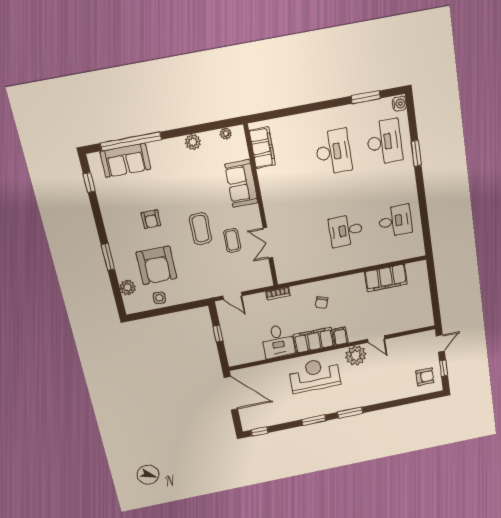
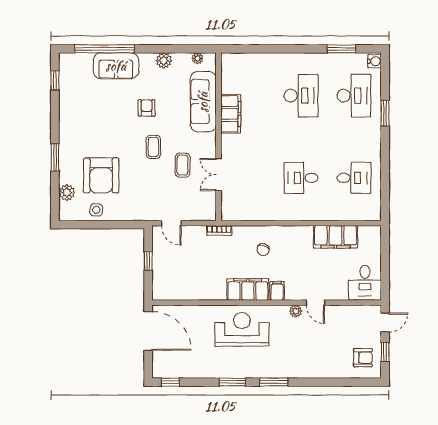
filing cabinet: (262, 148) -> (231, 114), moved
sofa: (125, 160) -> (116, 66), moved
sofa: (241, 184) -> (203, 102), width x1.36
armchair: (151, 219) -> (147, 108), moved, turned 180
coffee table: (201, 229) -> (153, 147), width x0.73, depth x0.77
desk: (278, 341) -> (365, 283), moved
plant: (356, 355) -> (296, 311), width x0.53, depth x0.53

